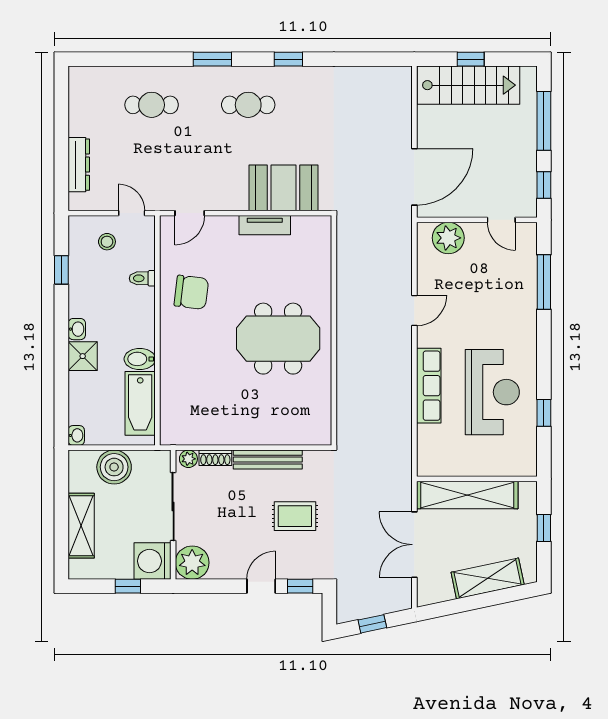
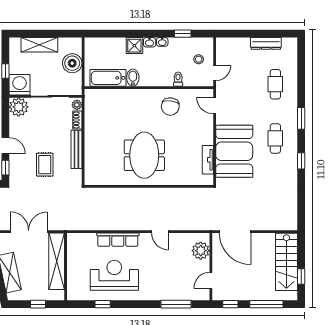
window: (471, 59) -> (301, 277), moved
dresser: (79, 165) -> (266, 43), moved
booth: (284, 188) -> (234, 151), width x1.36, depth x1.42
tv unit: (265, 225) -> (208, 160), moved
reception desk: (492, 392) -> (114, 275), turned 180
washbasin: (76, 435) -> (162, 42), moved

